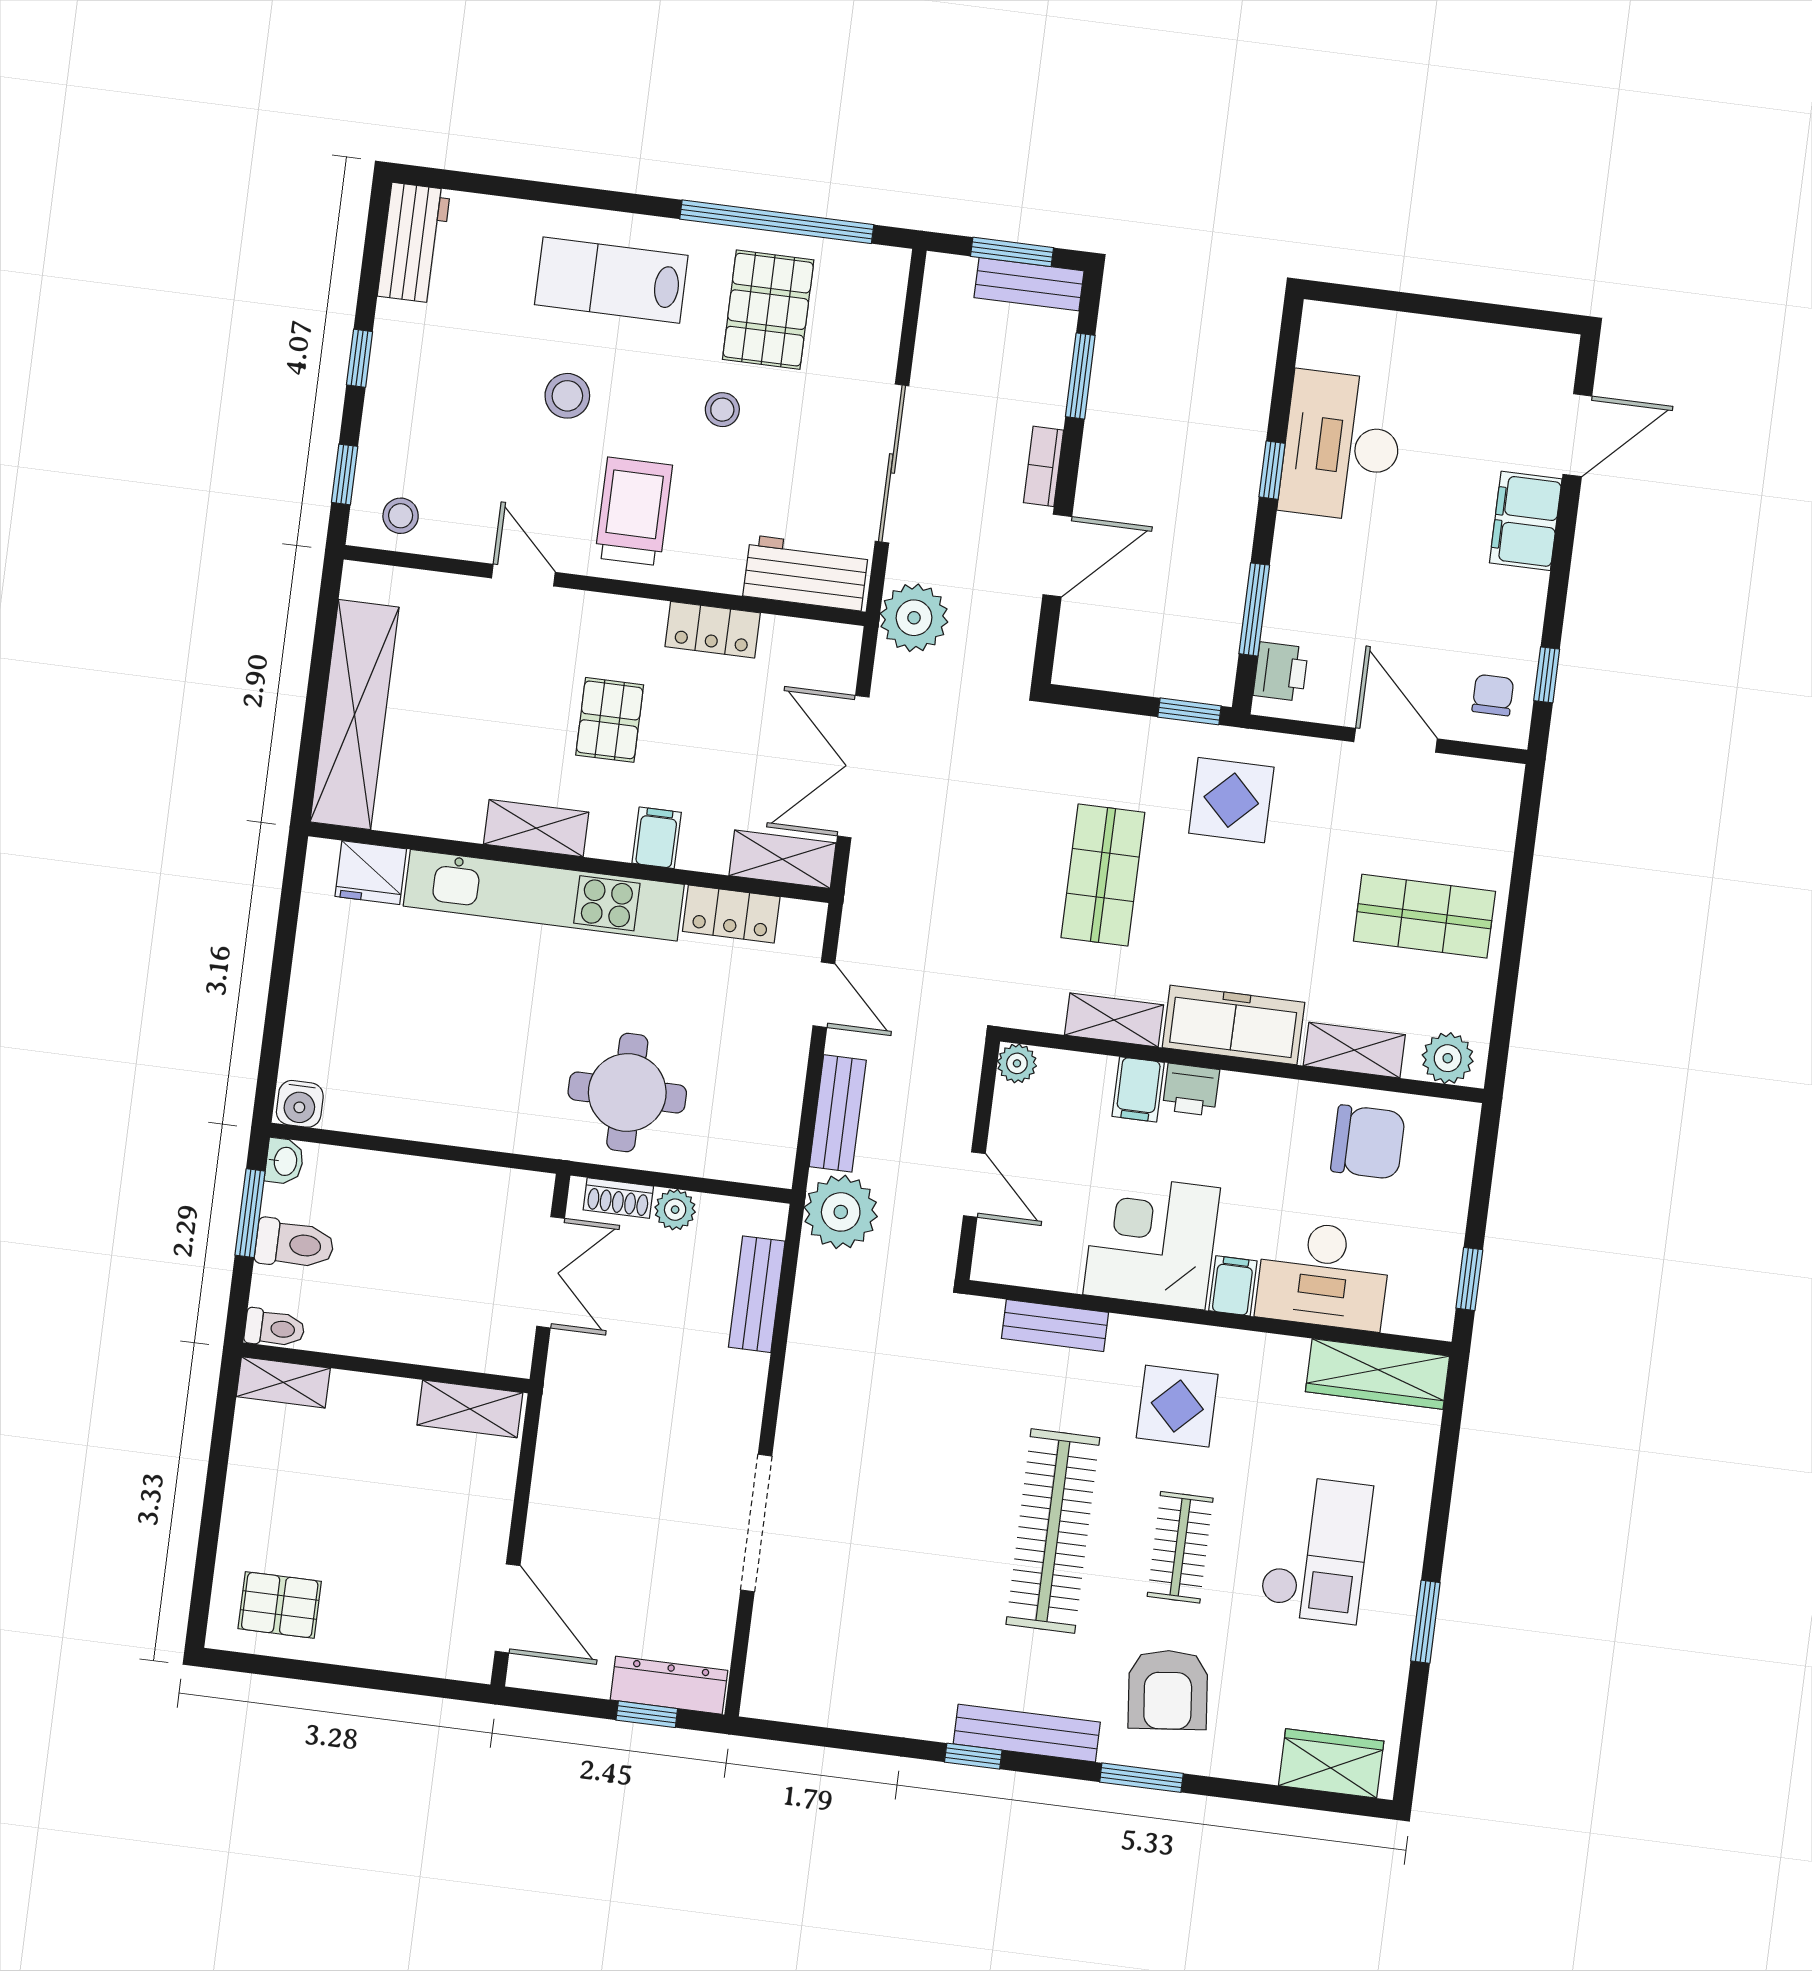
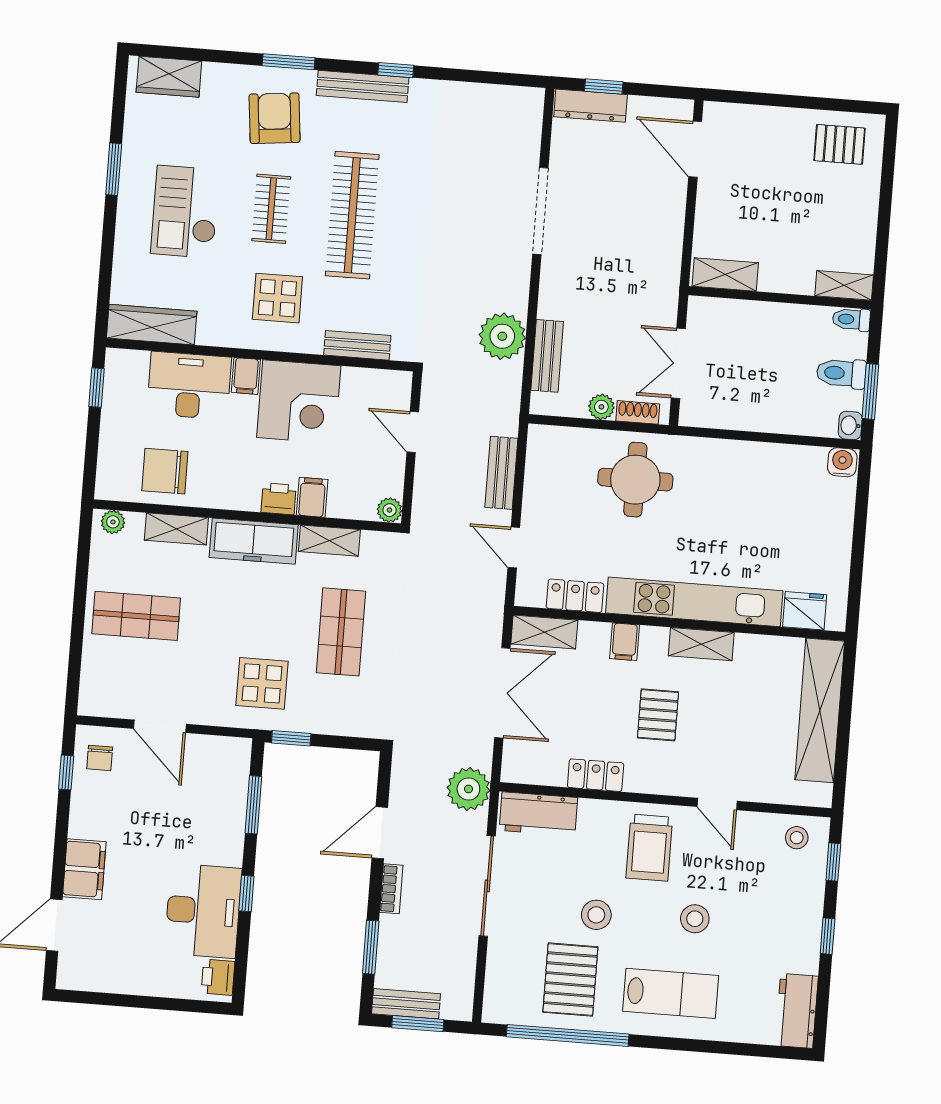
stool: (722, 410) -> (596, 915), width x1.37, depth x1.37
printer: (1281, 672) -> (218, 977), moved
plant: (1448, 1058) -> (113, 522), width x0.73, depth x0.73
plant: (841, 1212) -> (502, 336), moved

